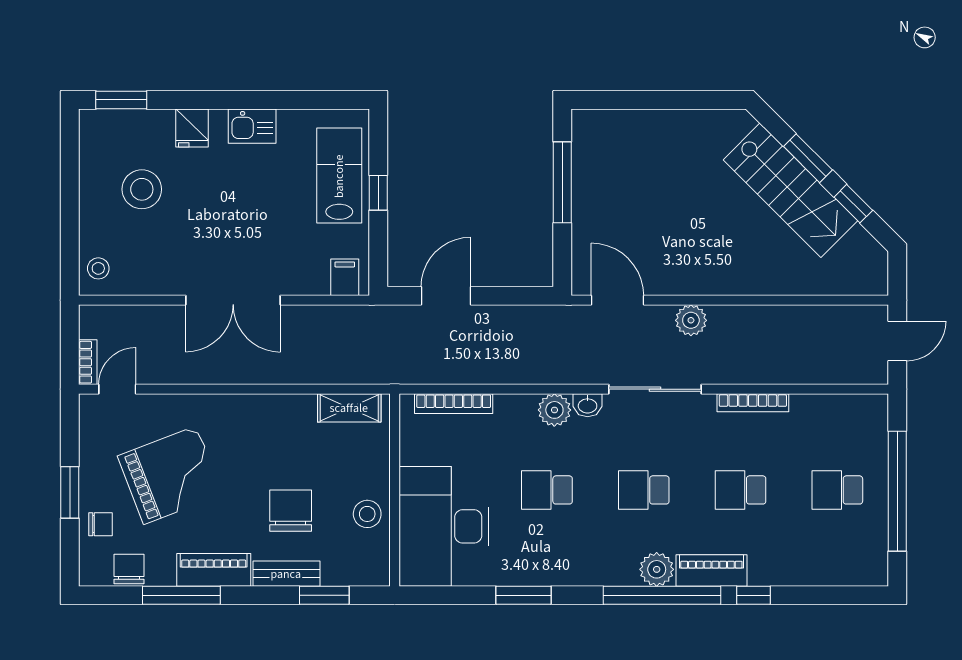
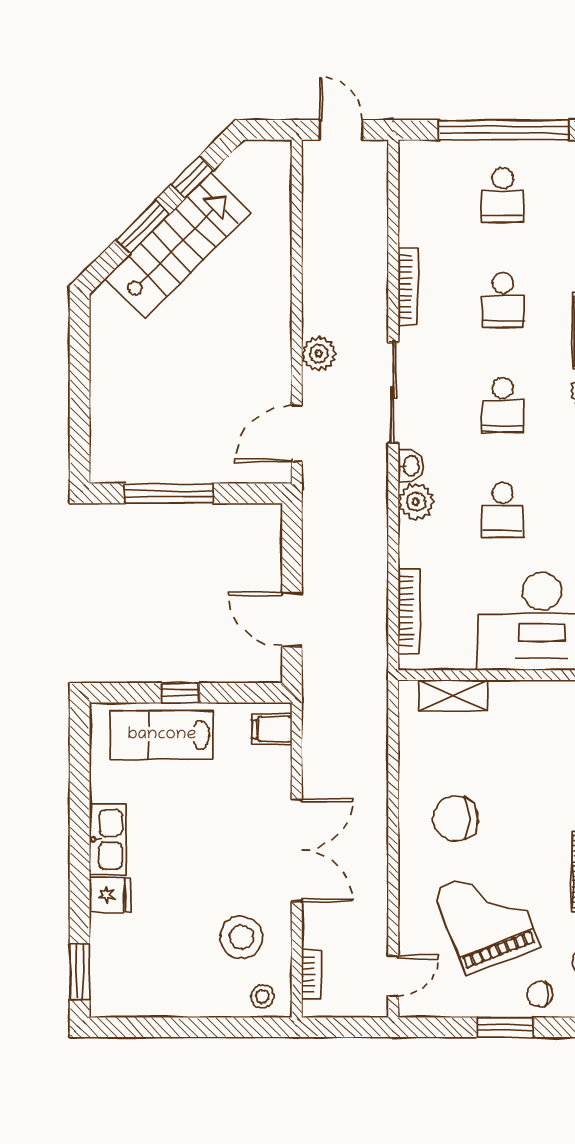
kitchen sink: (252, 126) -> (108, 839), width x1.38
stool: (142, 189) -> (241, 937), moved
bookcase: (88, 362) -> (311, 974), moved, turned 90
door: (117, 389) -> (393, 976), swing flipped
shelving: (349, 408) -> (453, 695), moved, turned 90
chair: (291, 511) -> (455, 818), moved
stool: (367, 514) -> (529, 705), removed
chair: (100, 524) -> (540, 994), turned -90

